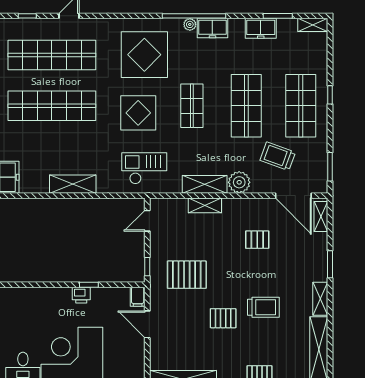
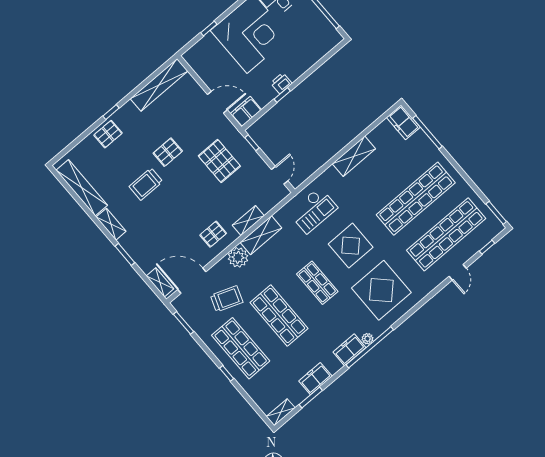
pallet: (257, 240) -> (213, 234), moved
pallet: (187, 275) -> (219, 161), turned 90
filing cabinet: (138, 297) -> (246, 112), width x2.00

